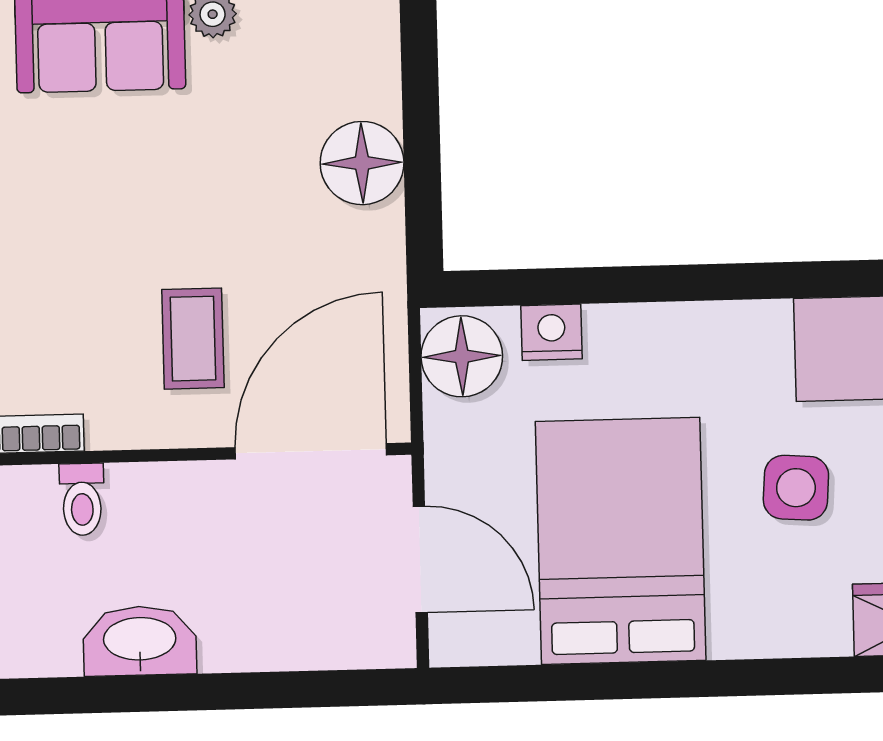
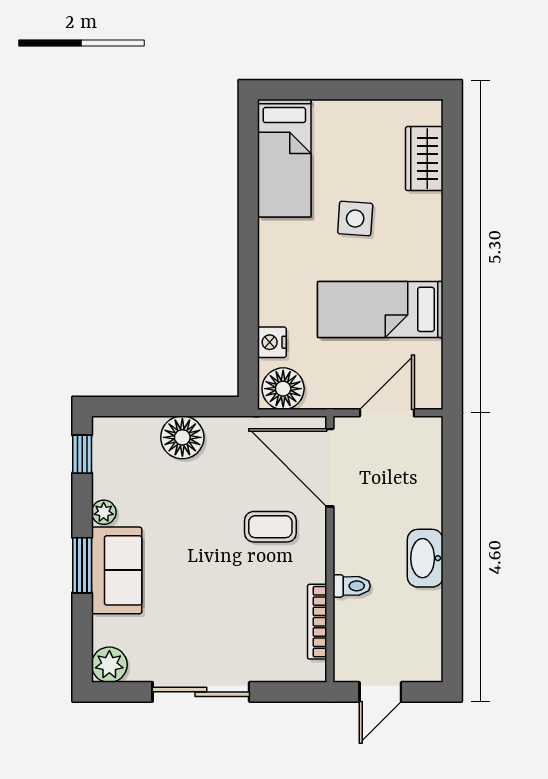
bed: (621, 541) -> (380, 309), width x0.67

